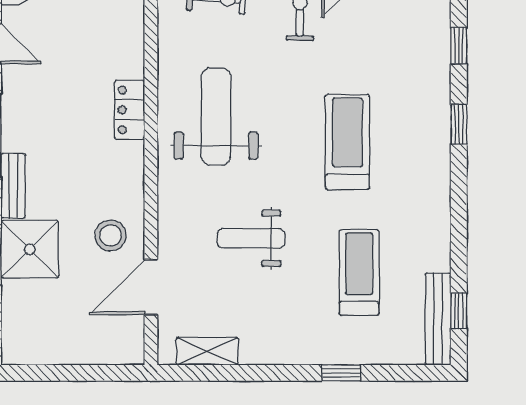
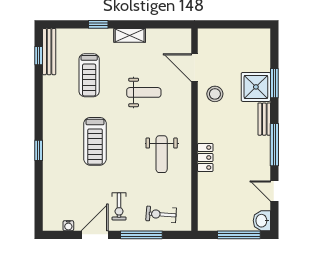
window: (459, 46) -> (39, 190), removed
weight bench: (216, 116) -> (162, 154), width x0.73, depth x0.75
door: (151, 287) -> (195, 68), swing flipped
shelving: (207, 351) -> (130, 35), moved

